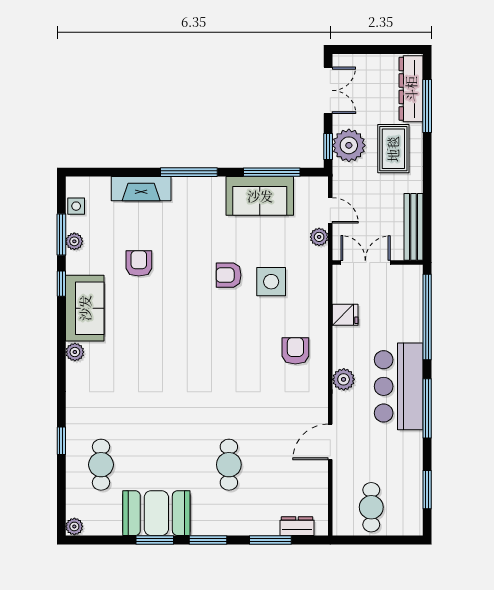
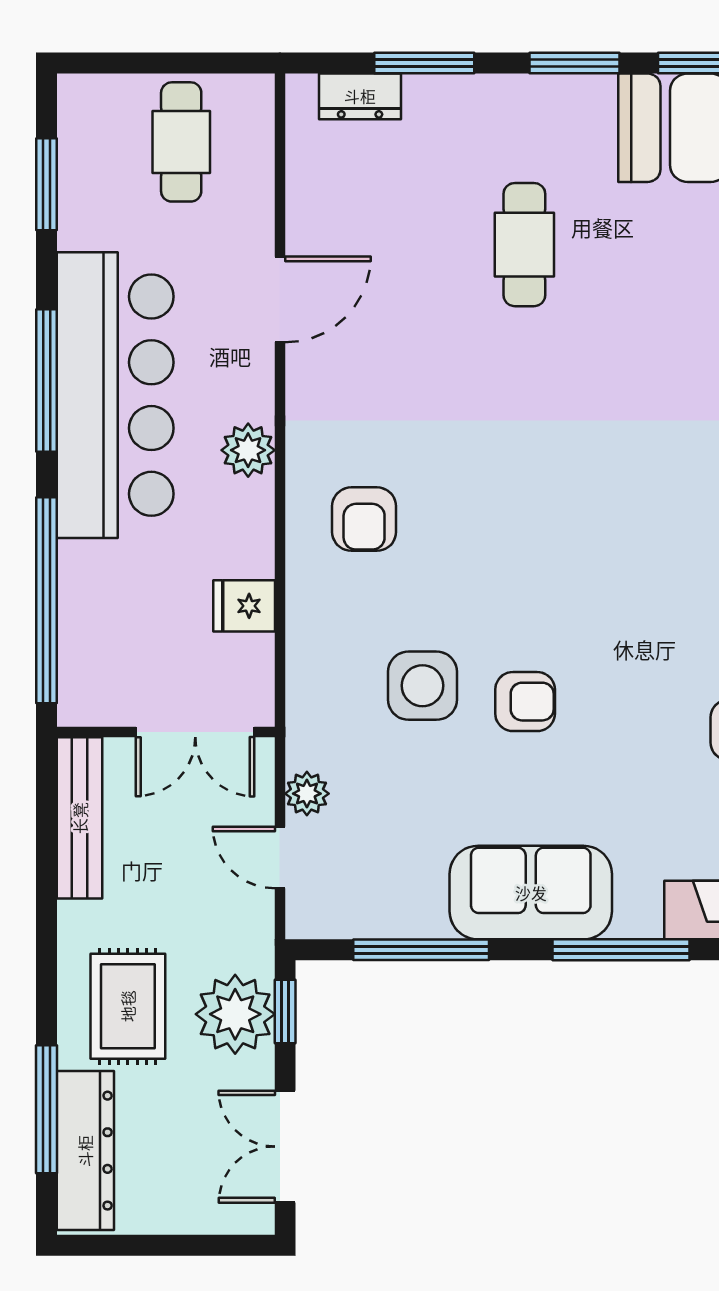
sofa: (260, 196) -> (531, 893), moved
bar counter: (399, 386) -> (115, 395), width x1.36

